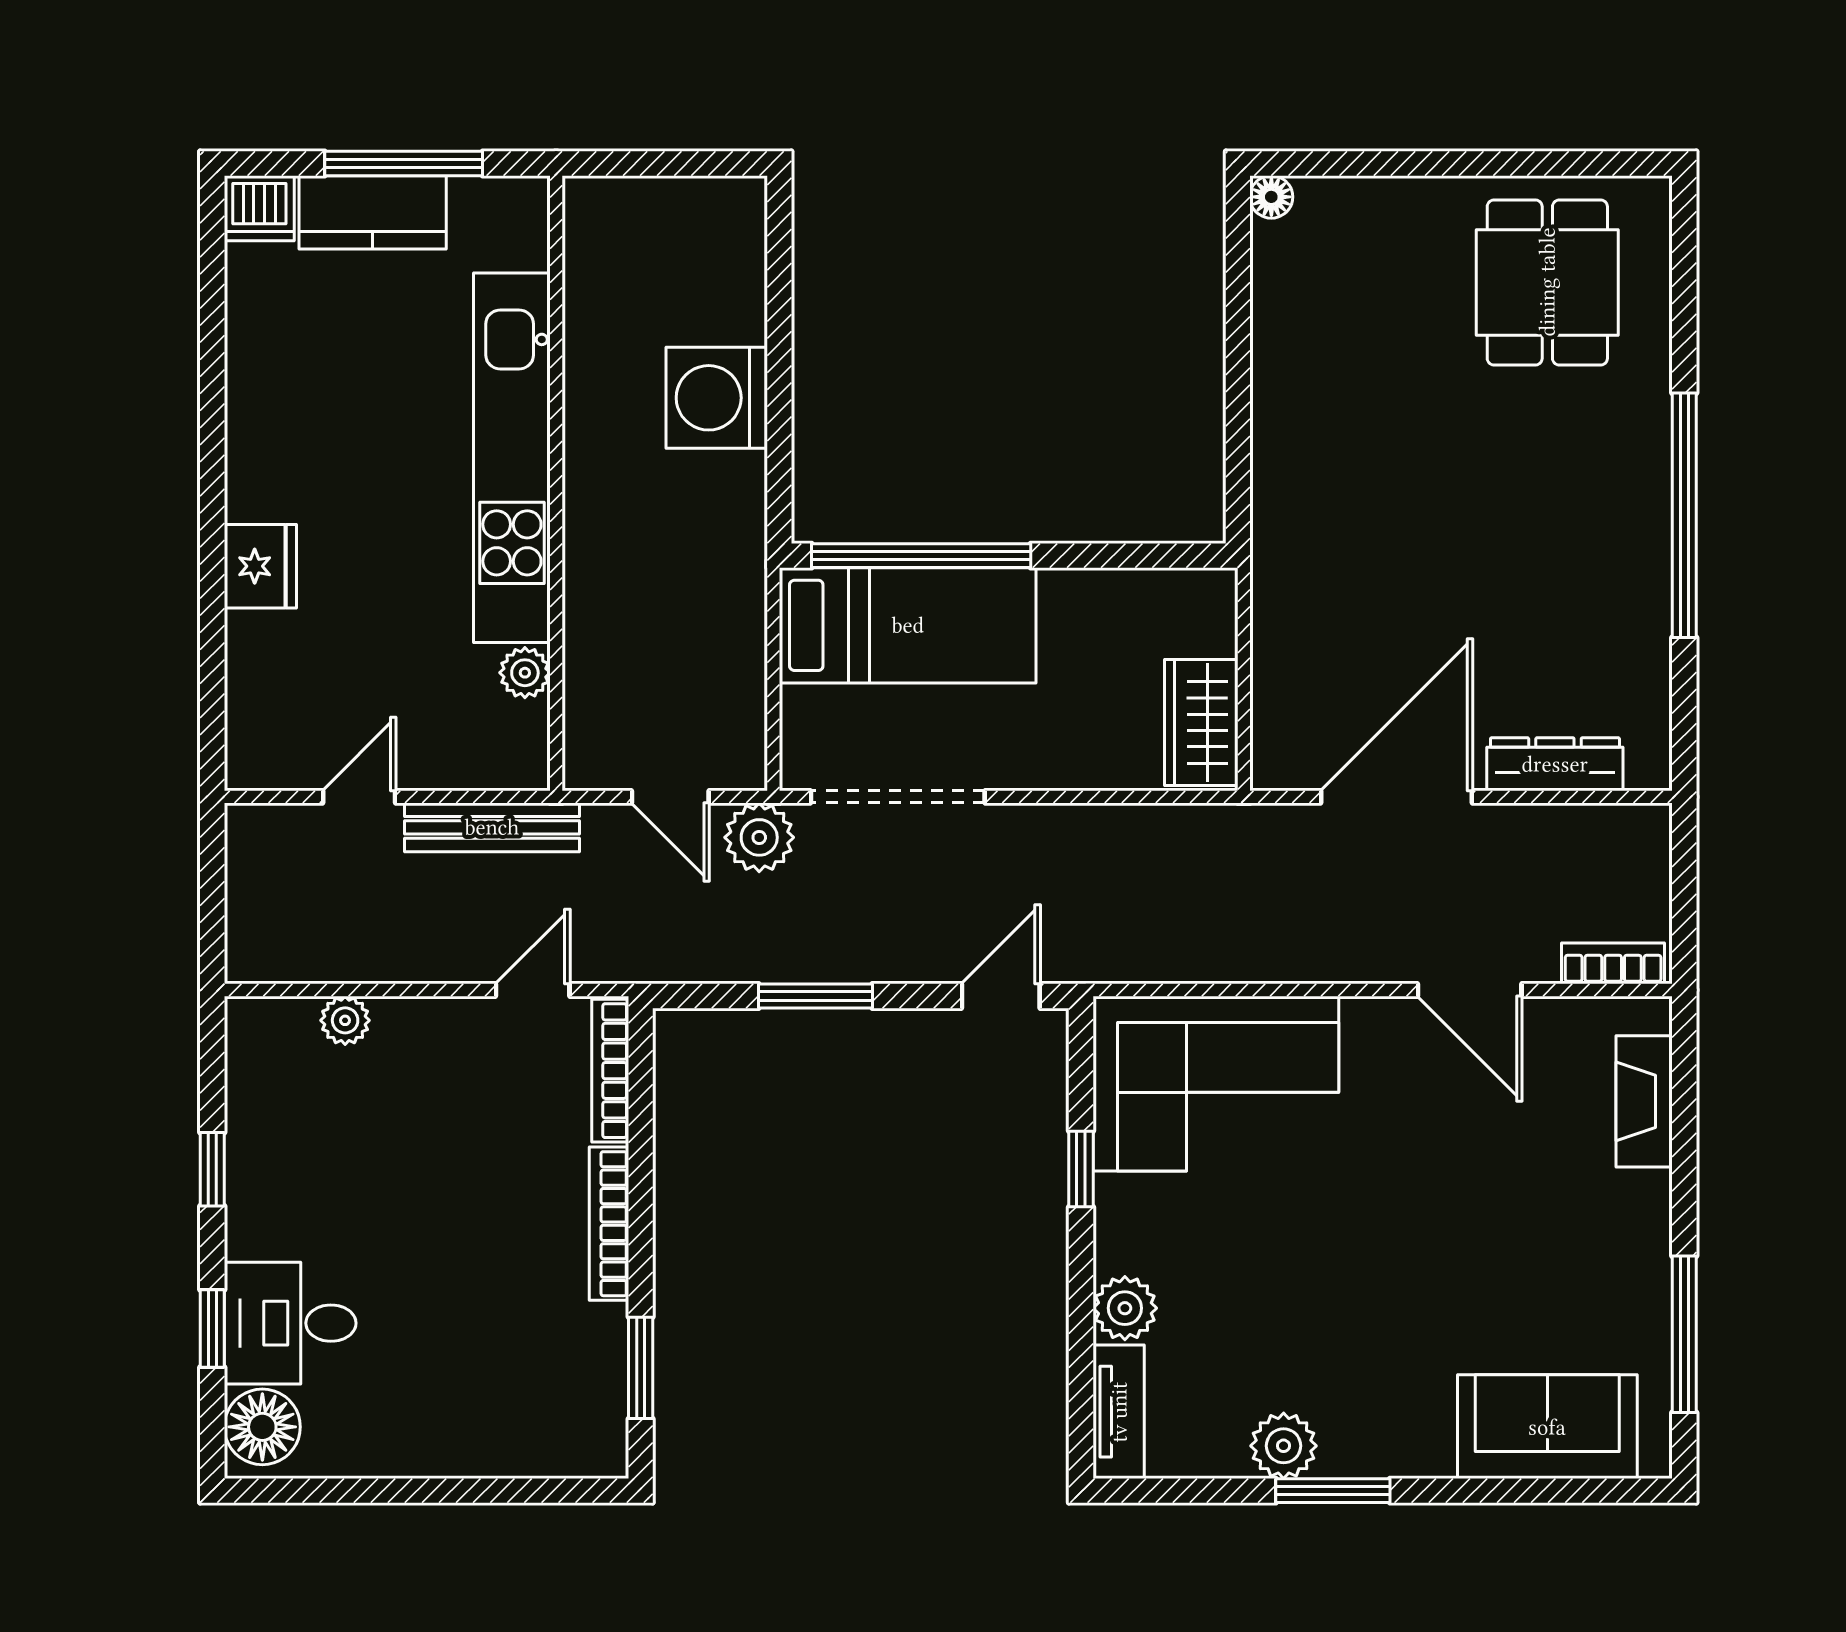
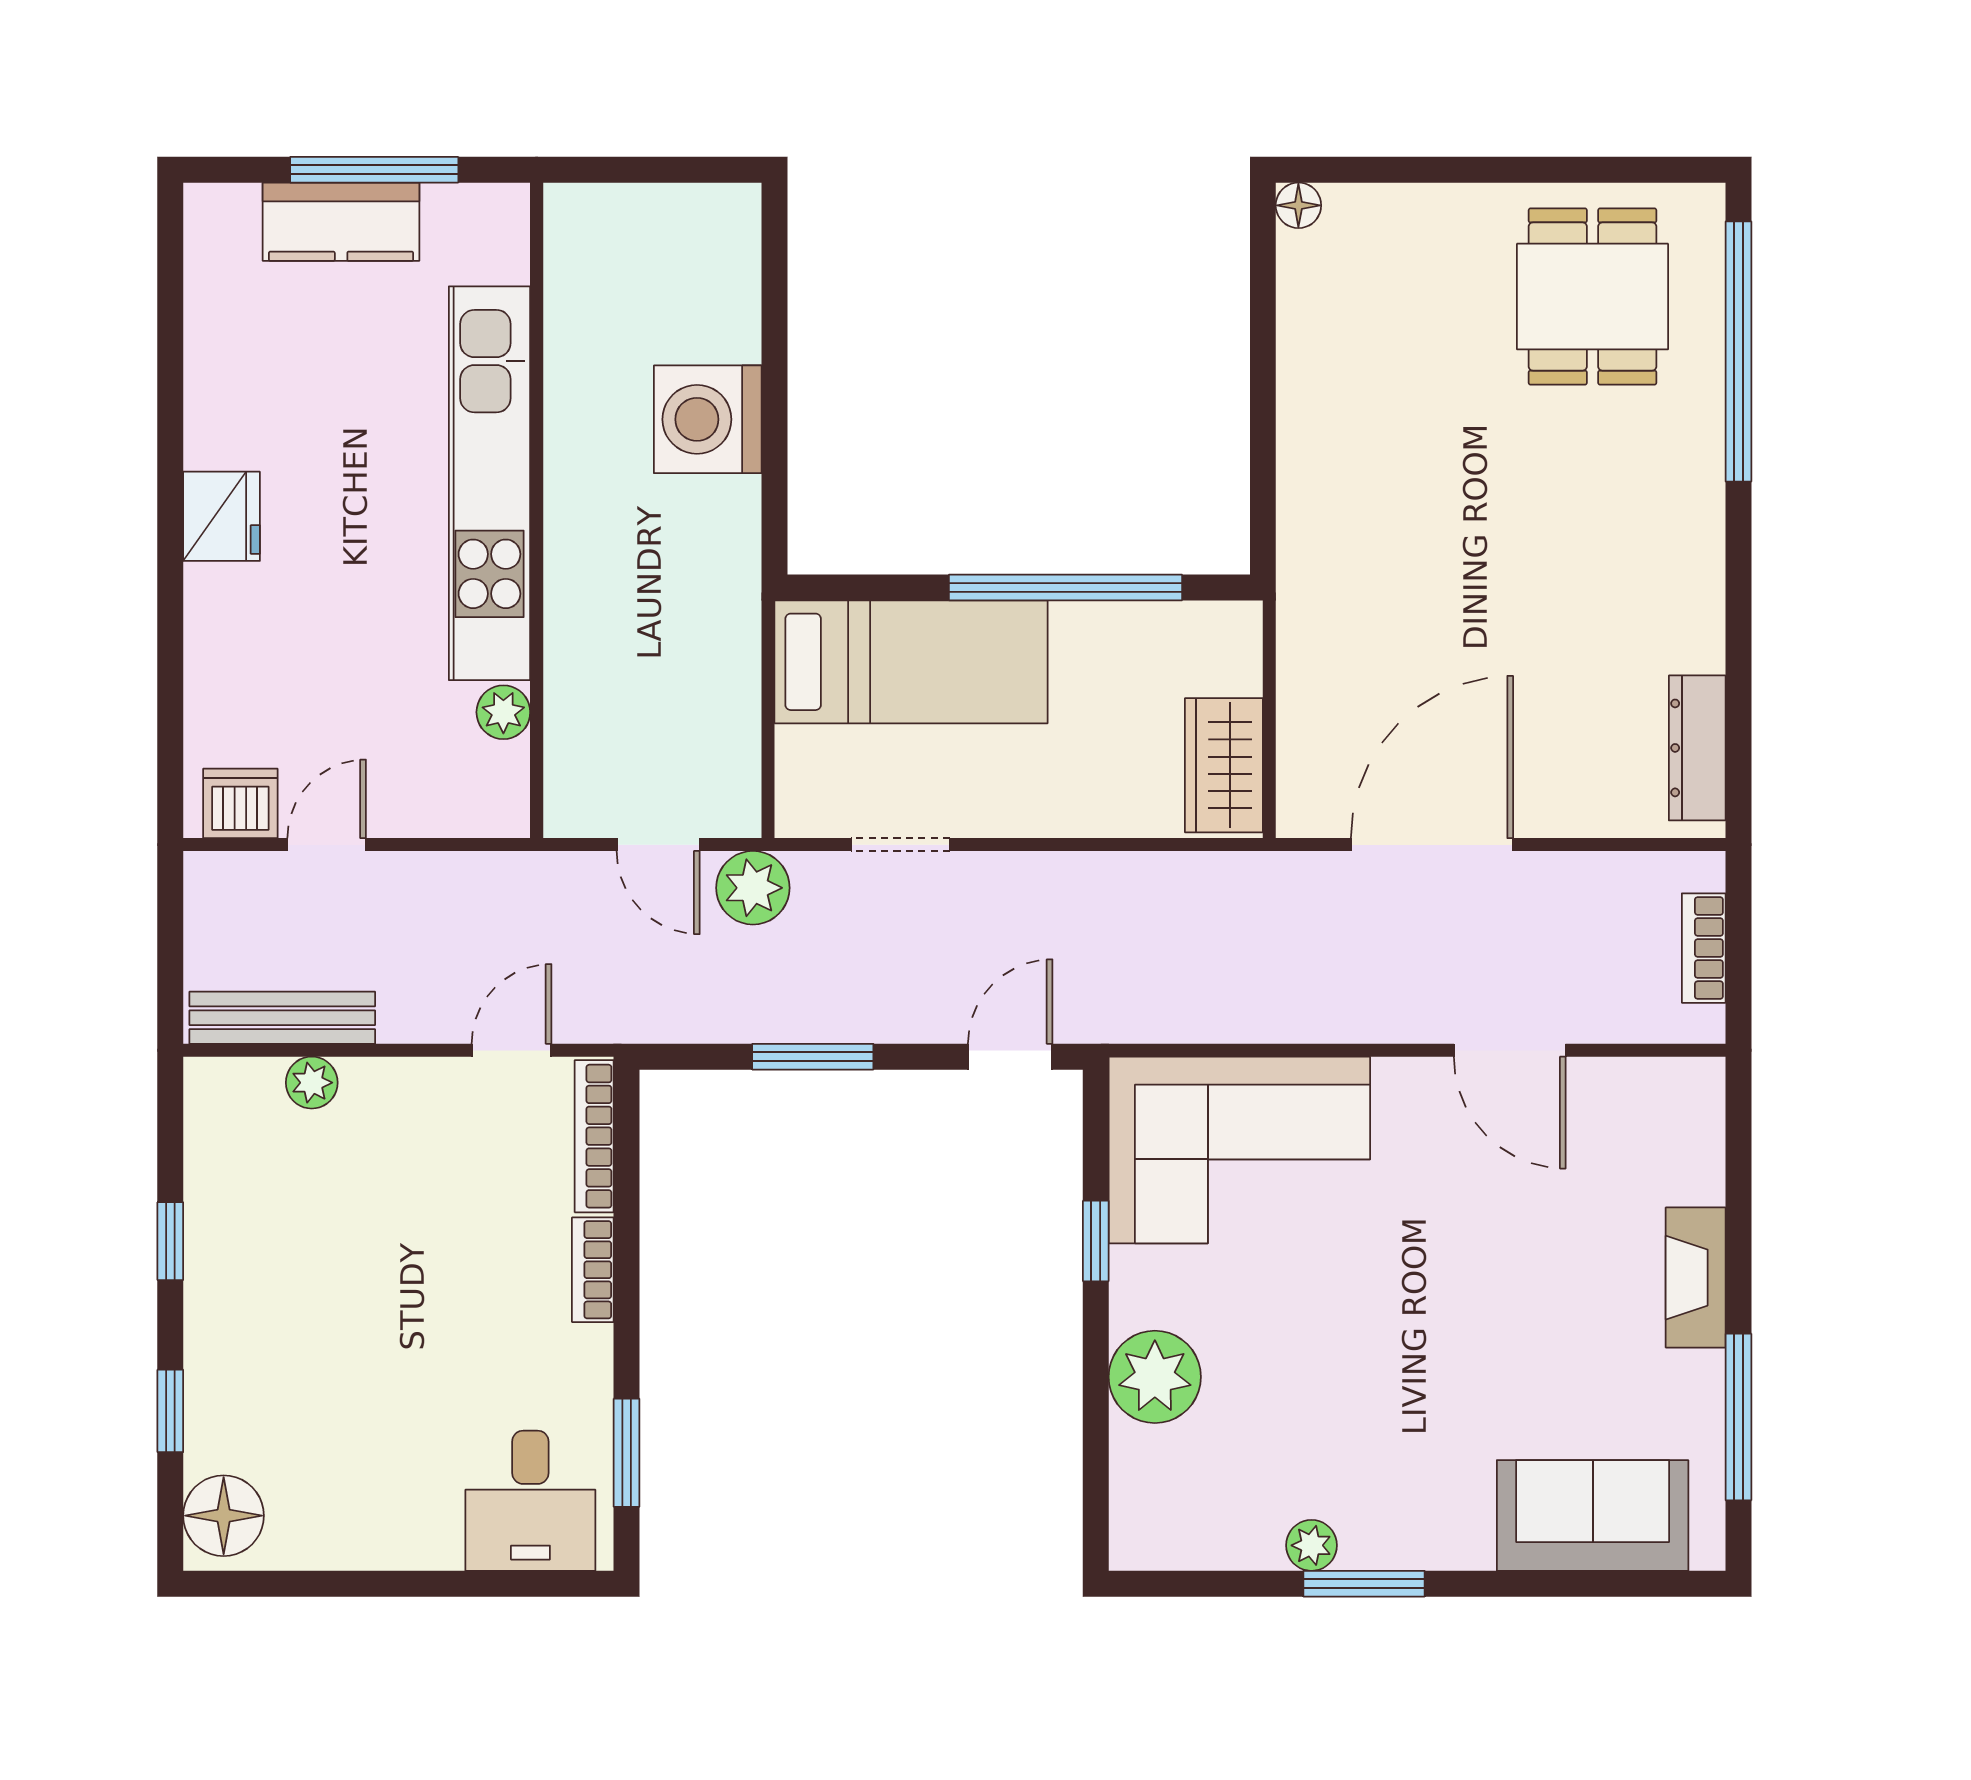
dishwasher: (259, 208) -> (240, 803), moved, turned 180
window: (1684, 515) -> (1738, 352), moved
window: (921, 556) -> (1065, 587), moved
fridge: (260, 566) -> (222, 516), moved
dresser: (1555, 764) -> (1697, 748), moved, turned -90
doorway: (898, 797) -> (900, 845), width x0.53
bench: (492, 827) -> (282, 1018), moved
bookcase: (1613, 963) -> (1704, 948), moved, turned -90
fireplace: (1644, 1101) -> (1696, 1278), moved
bookcase: (609, 1224) -> (593, 1270), width x0.64
plant: (1125, 1308) -> (1155, 1377), width x1.36, depth x1.36
desk: (290, 1323) -> (530, 1501), moved, turned -90
tv unit: (1119, 1412) -> (1136, 1499), removed
plant: (1284, 1446) -> (1311, 1545), width x0.73, depth x0.73

